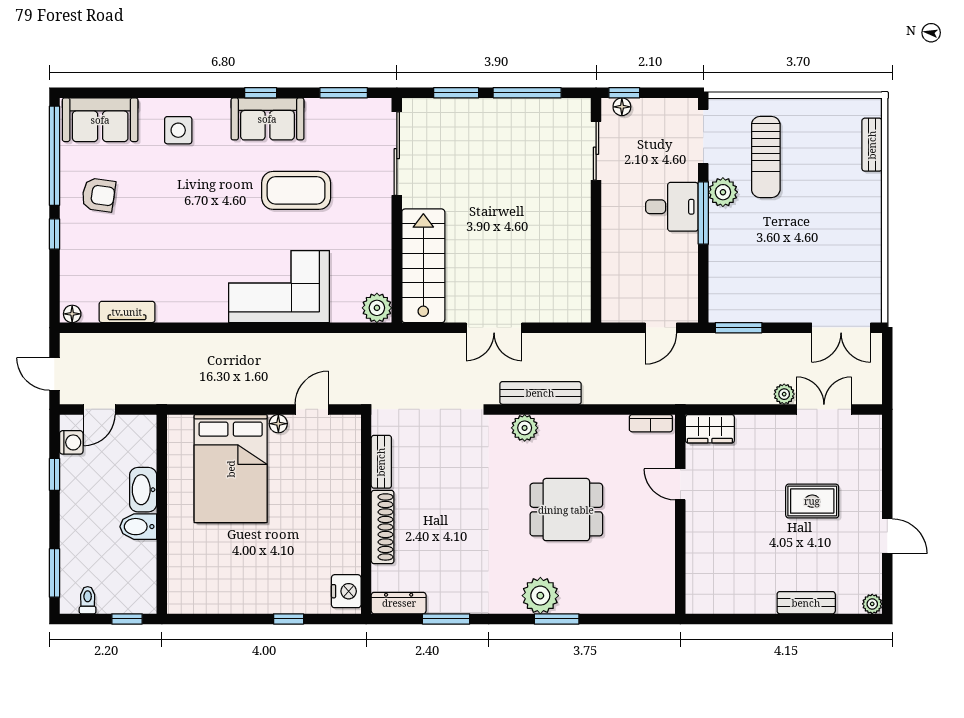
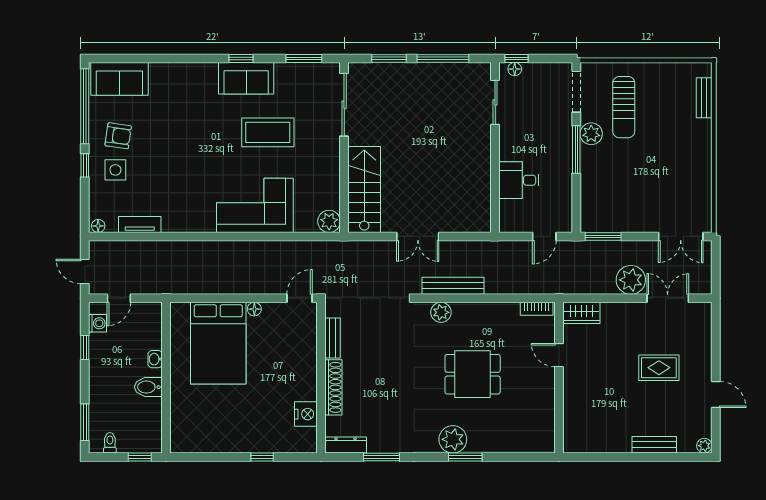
side table: (178, 130) -> (115, 170), moved
desk: (672, 207) -> (519, 180), moved, turned 180
plant: (784, 394) -> (631, 280), width x1.88, depth x1.88
door: (312, 409) -> (300, 298), moved
washbasin: (143, 490) -> (155, 359), width x0.52, depth x0.69
nightstand: (346, 591) -> (306, 414), moved

